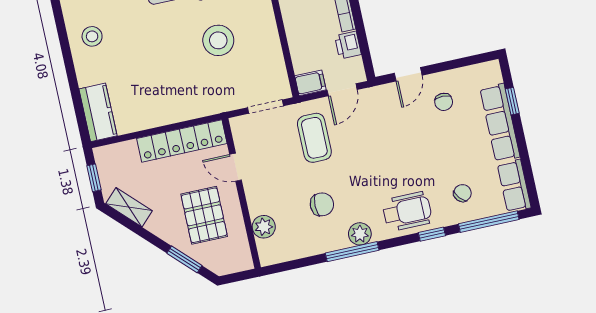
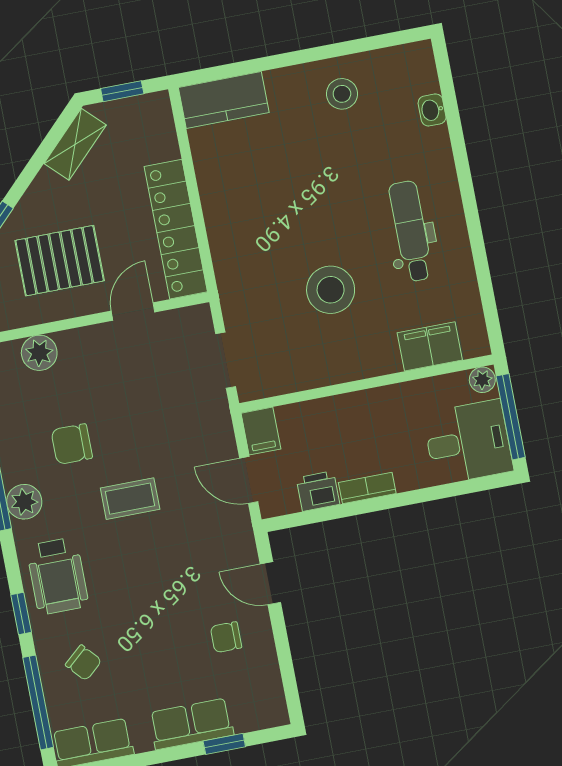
row of seats: (500, 123) -> (191, 724), width x0.68
coffee table: (314, 138) -> (130, 499), moved, width x0.73, depth x0.77
chair: (322, 204) -> (72, 444), turned 90

